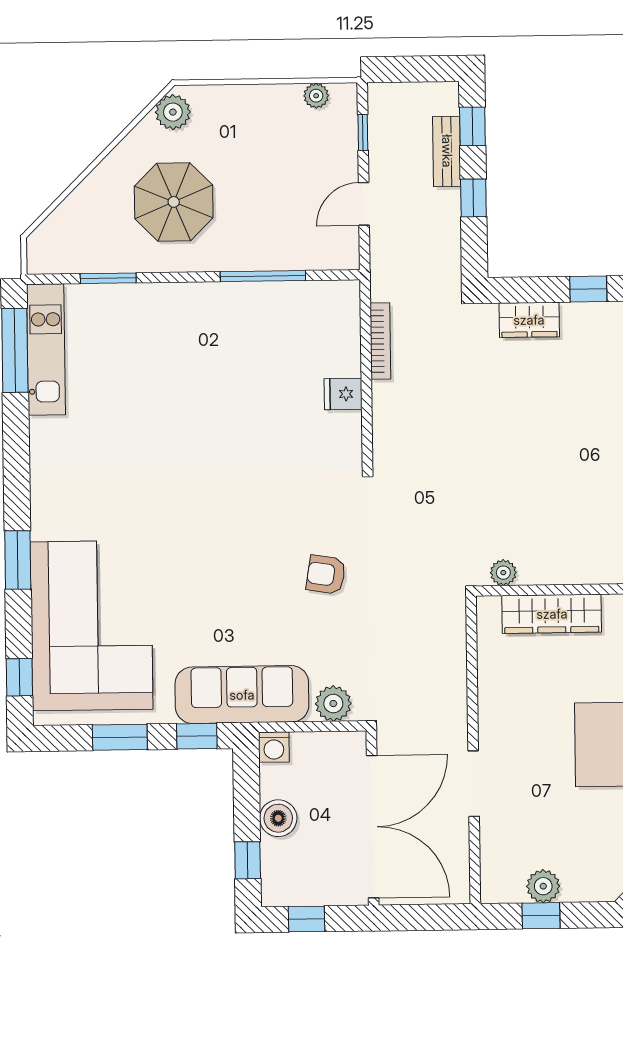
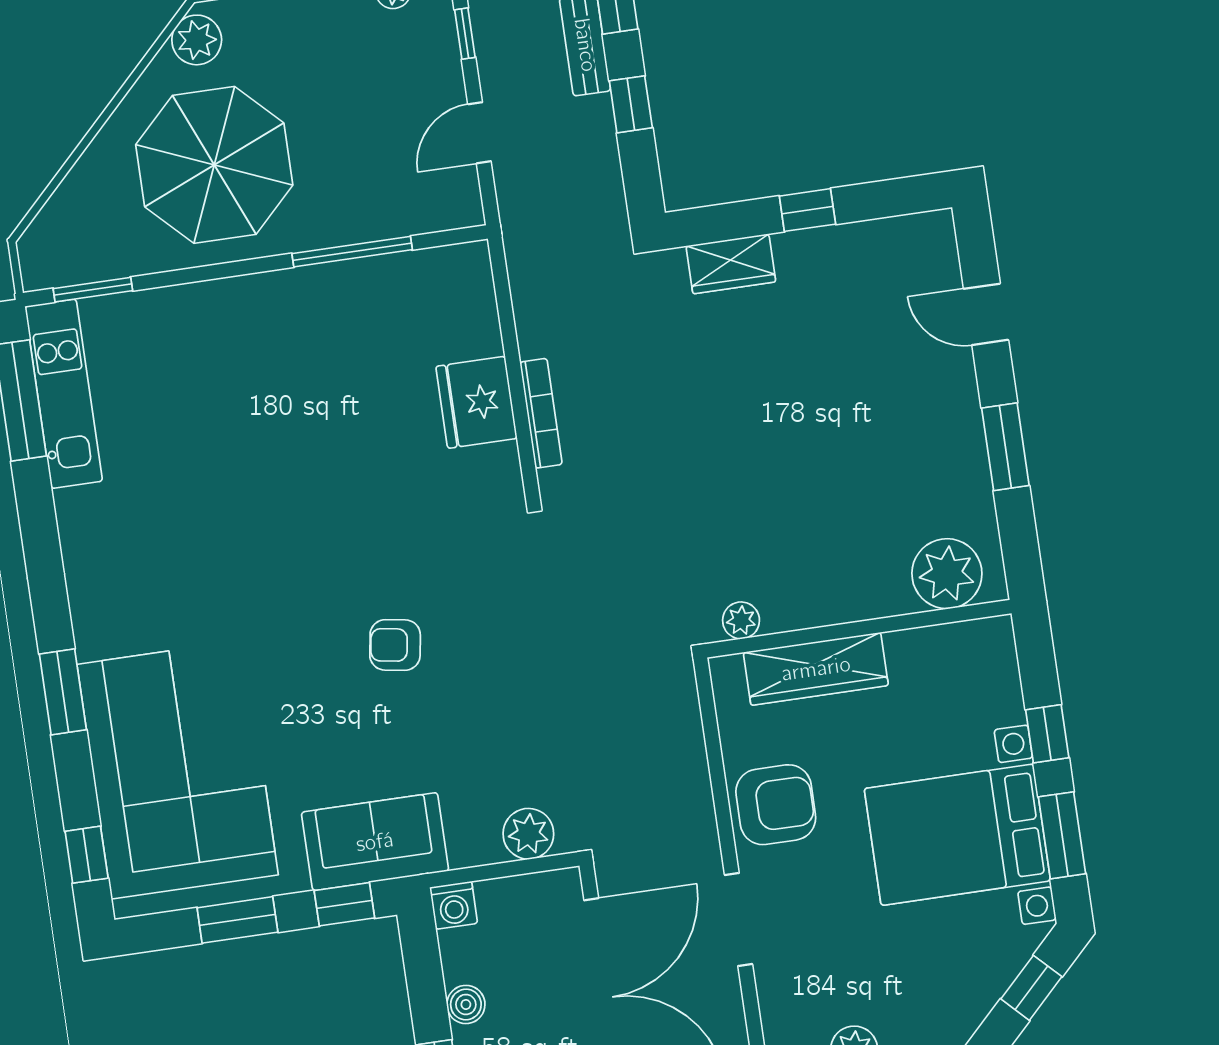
parasol: (174, 202) -> (214, 165), width x1.36, depth x1.36
window: (108, 278) -> (93, 290), moved
bookcase: (380, 341) -> (541, 413), moved
fridge: (343, 394) -> (476, 402), width x1.88, depth x1.34
armchair: (326, 575) -> (395, 645), moved
sofa: (242, 695) -> (375, 842), width x0.73
armchair: (511, 706) -> (776, 805), added
boiler: (278, 818) -> (466, 1004), width x0.73, depth x0.73

